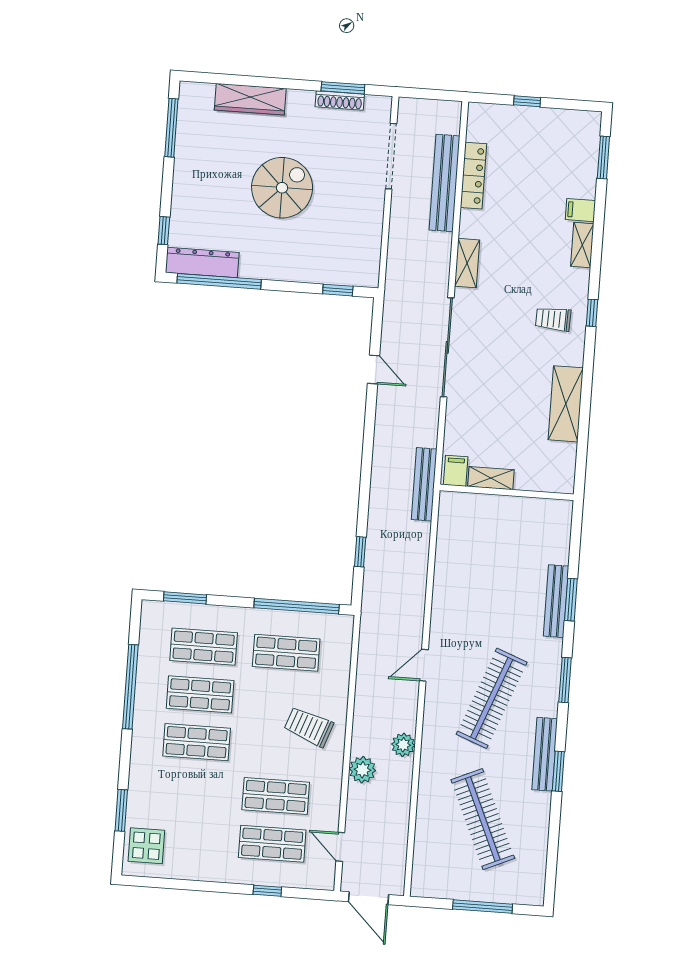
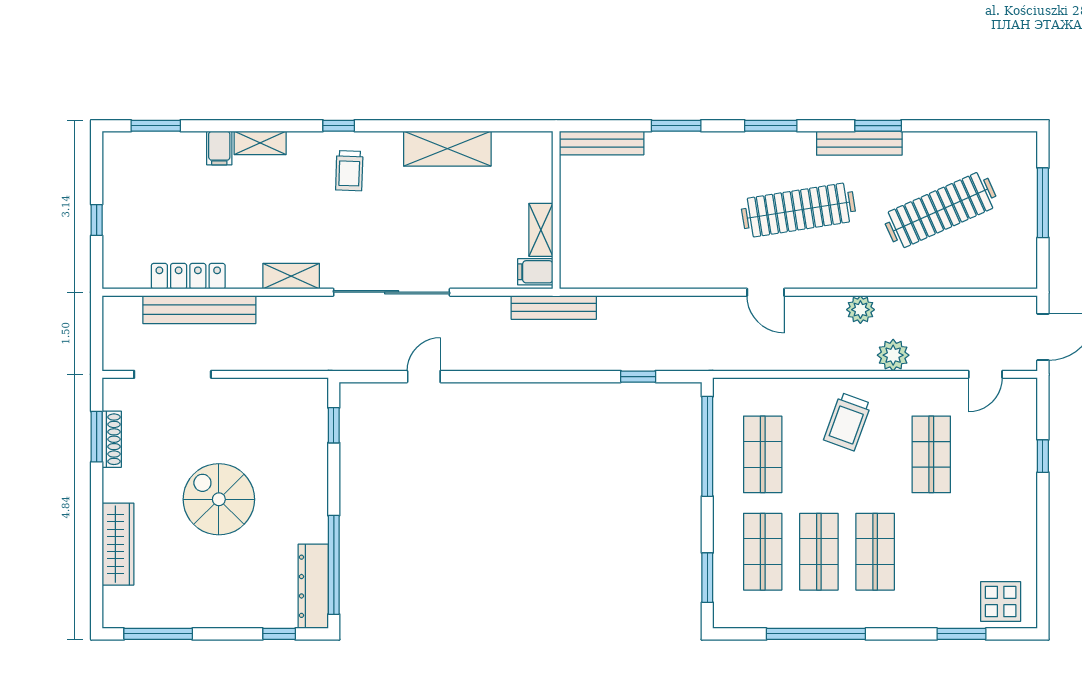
bench: (556, 601) -> (602, 143), moved
clothes rail: (492, 698) -> (798, 210), turned -30
shop shelf: (272, 844) -> (987, 454), removed

